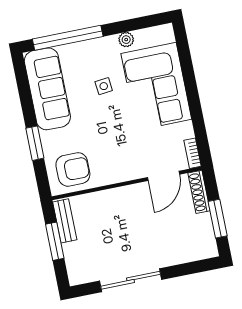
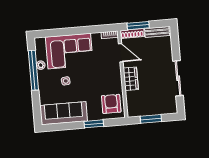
window: (68, 38) -> (33, 70), moved
wardrobe: (120, 198) -> (131, 79), added
window: (218, 219) -> (138, 26), moved
bench: (65, 221) -> (157, 32), moved

